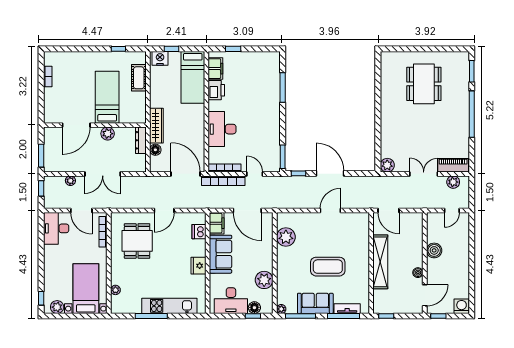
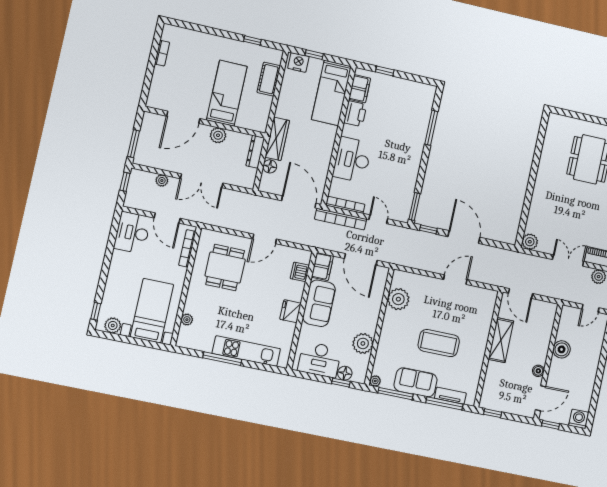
shelving: (380, 262) -> (501, 340), width x0.68

